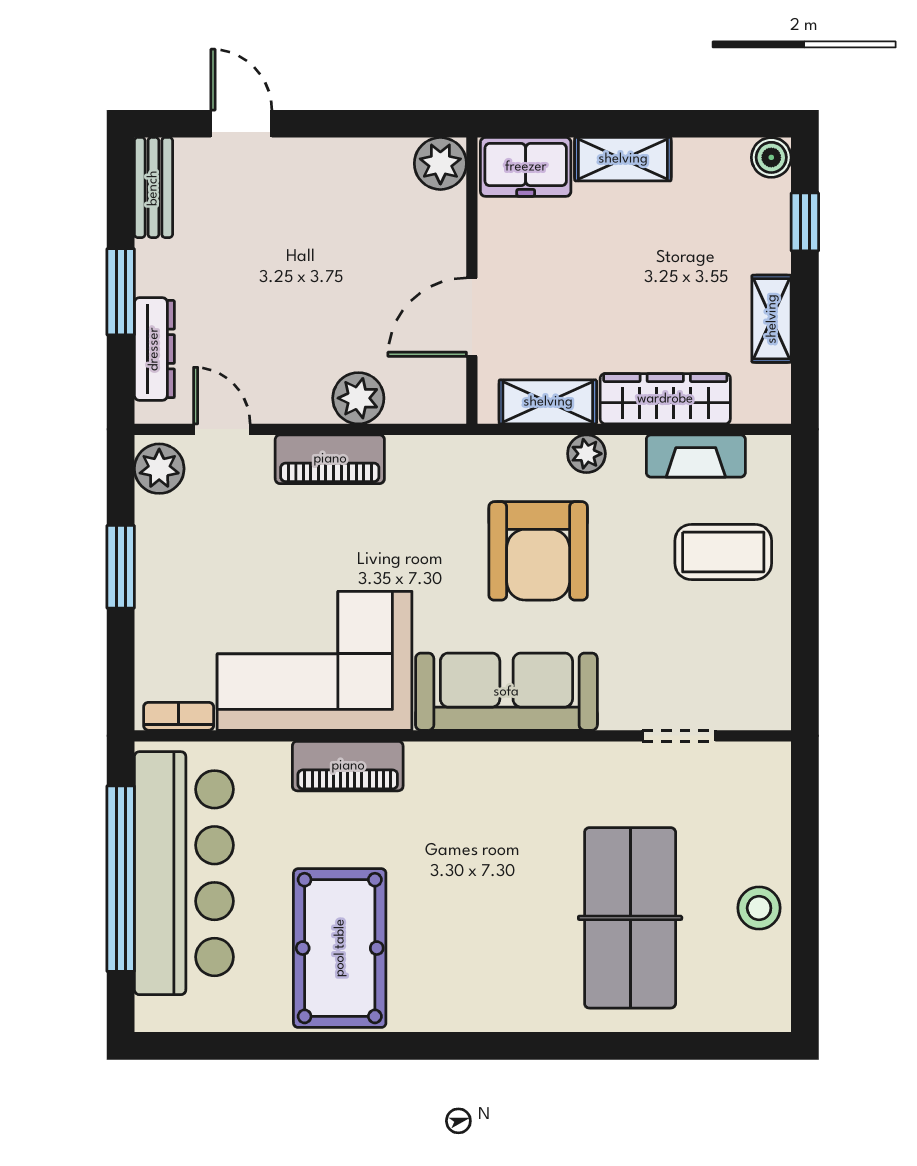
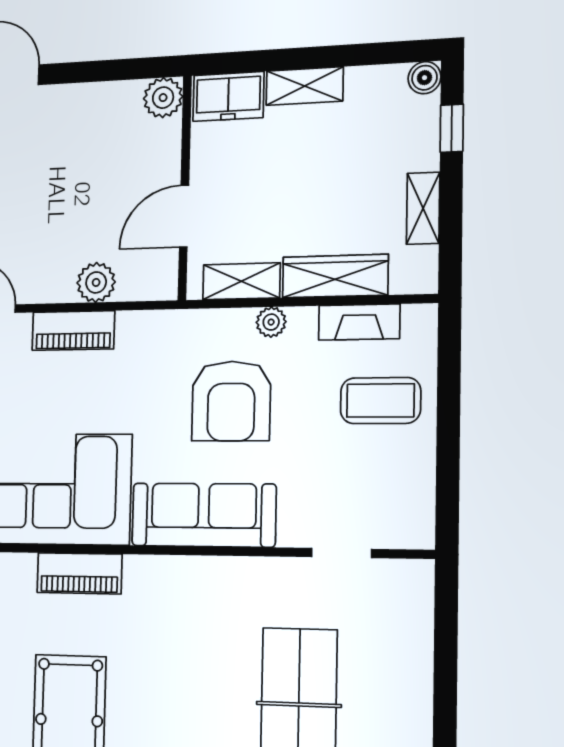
stool: (759, 908) -> (406, 700), removed

